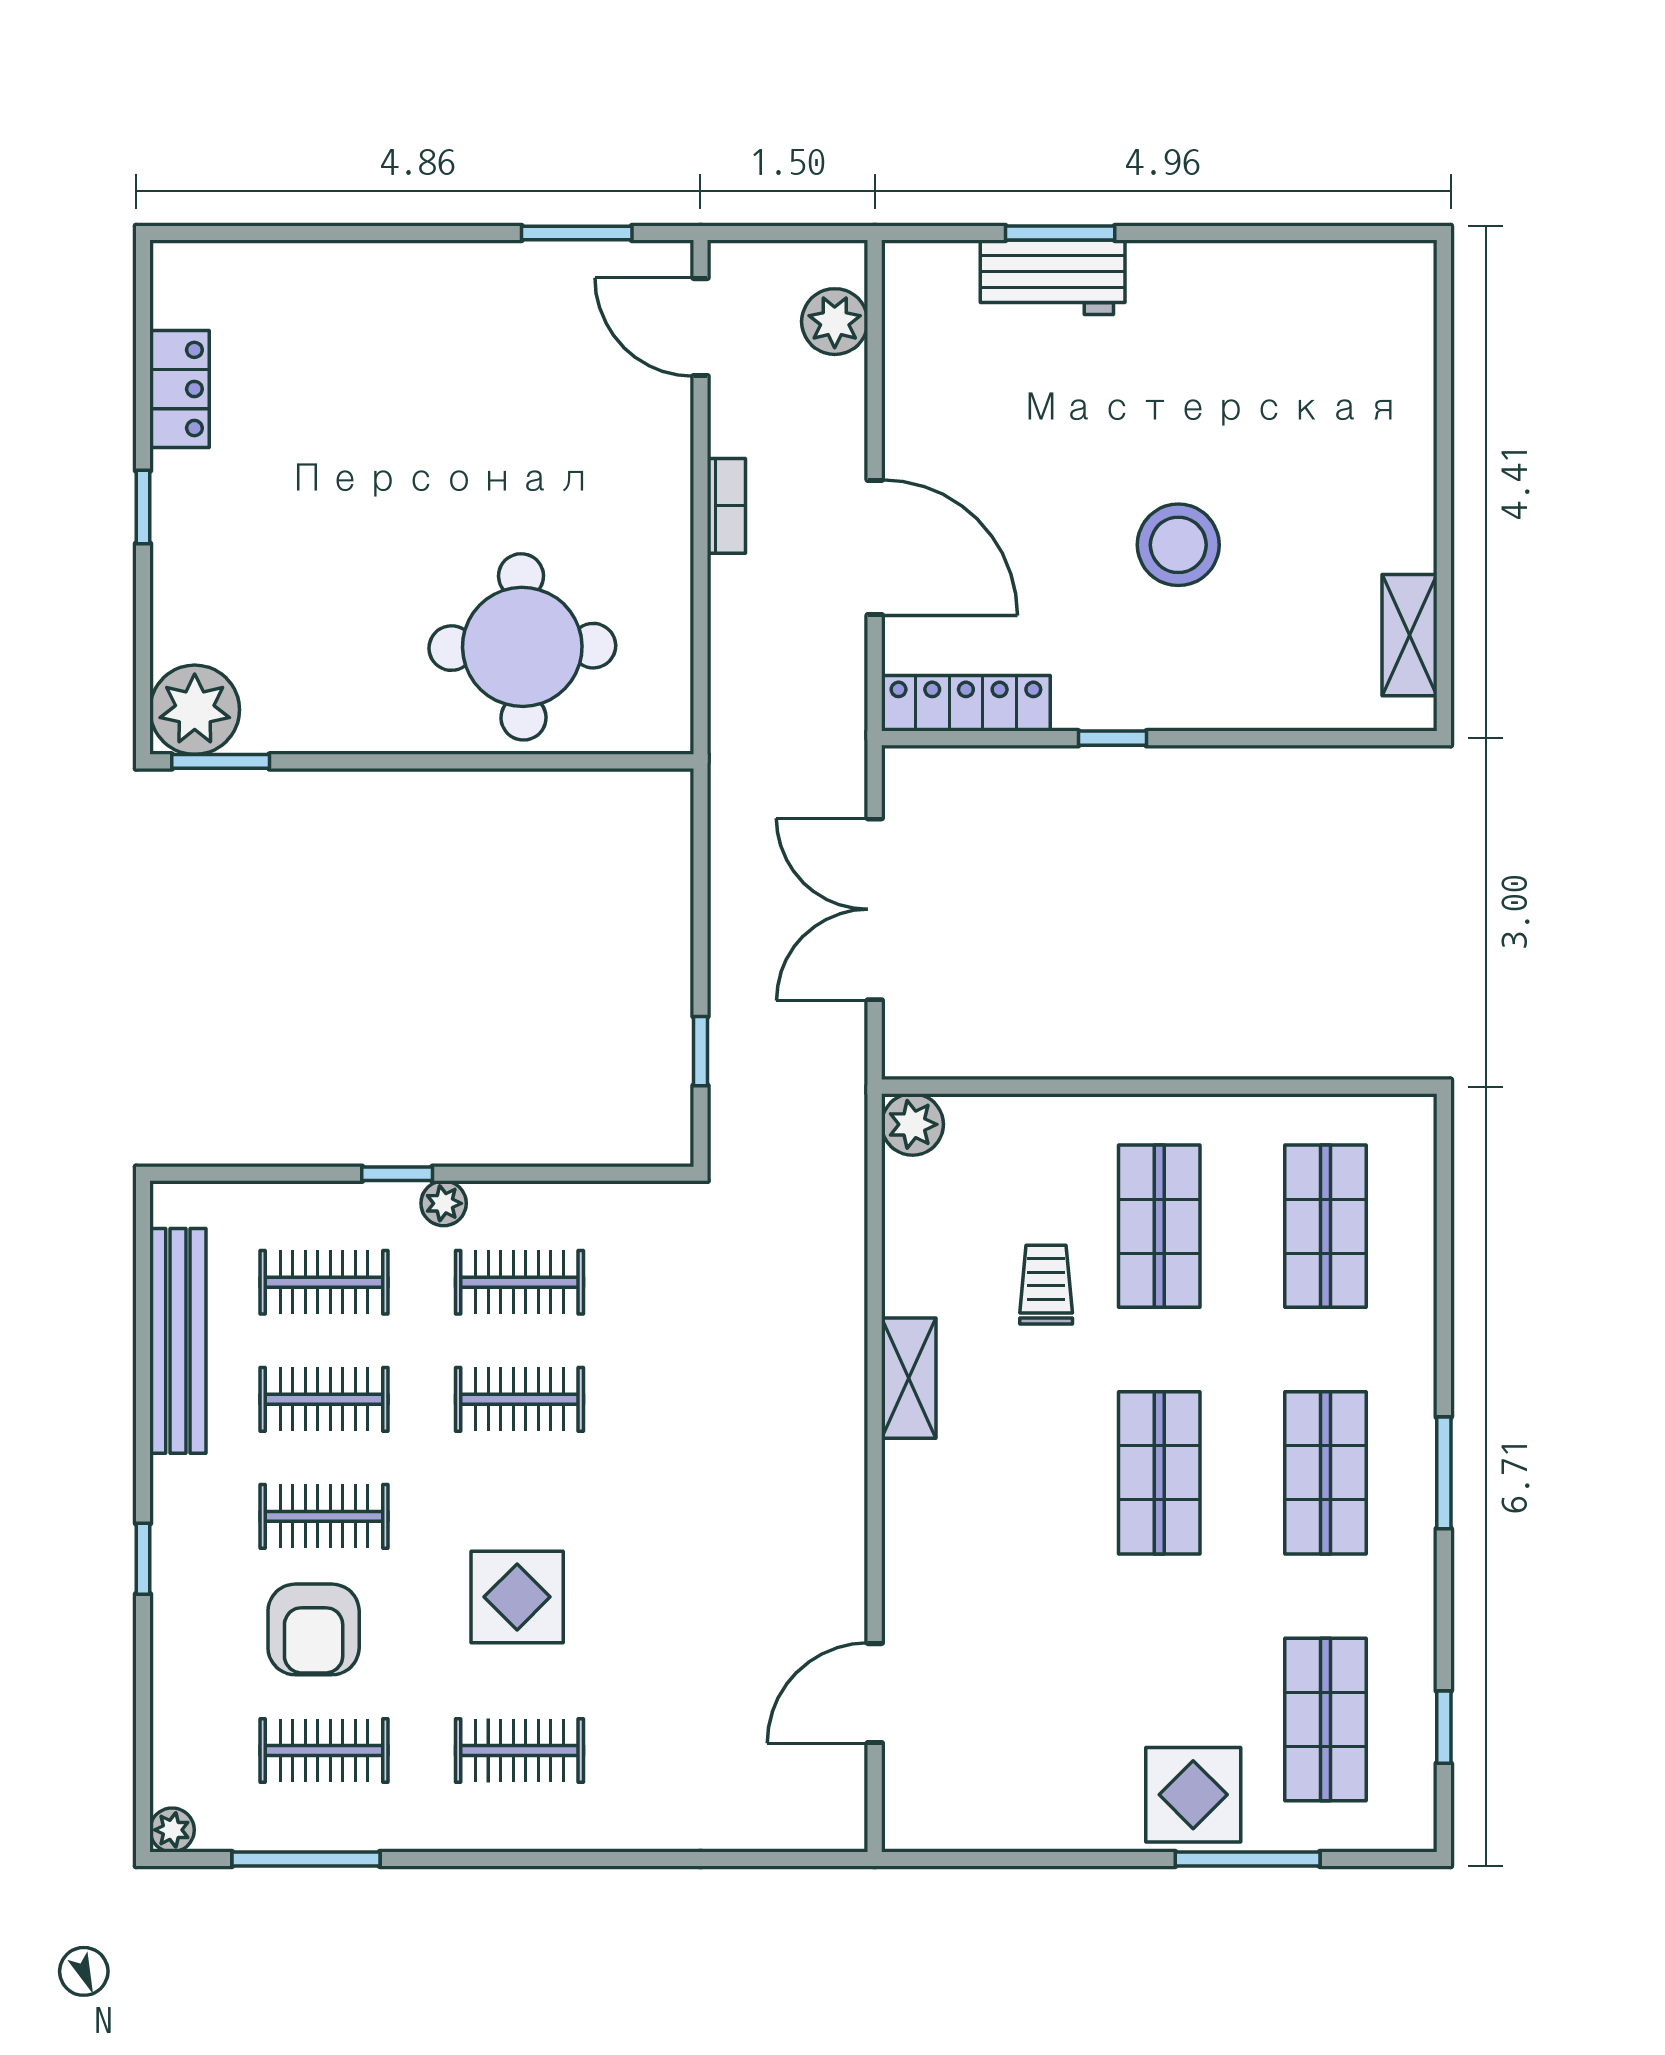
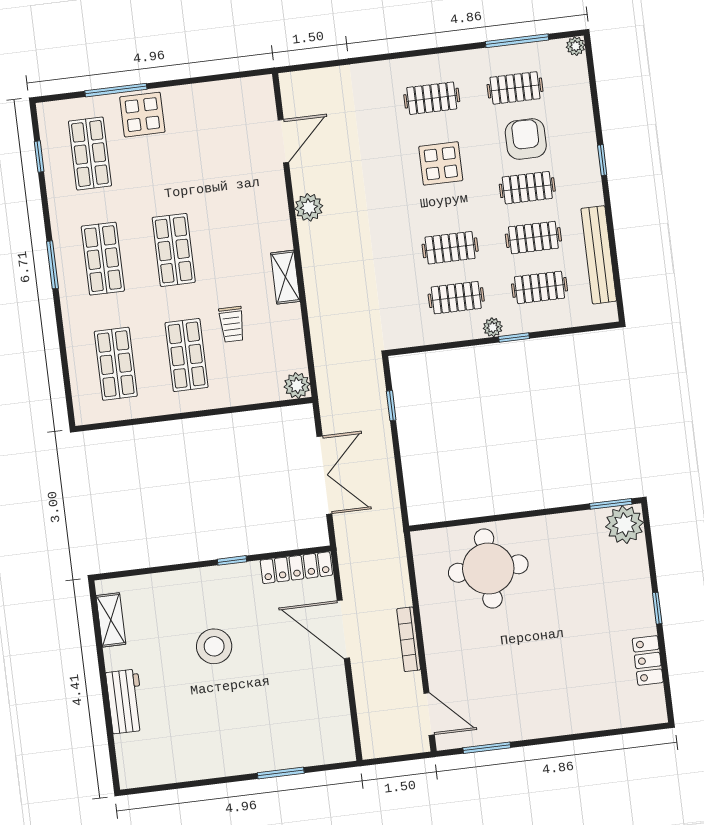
workbench: (1053, 277) -> (125, 701), moved, turned 90
plant: (835, 322) -> (309, 207), moved
bookcase: (726, 506) -> (409, 639), width x1.56

